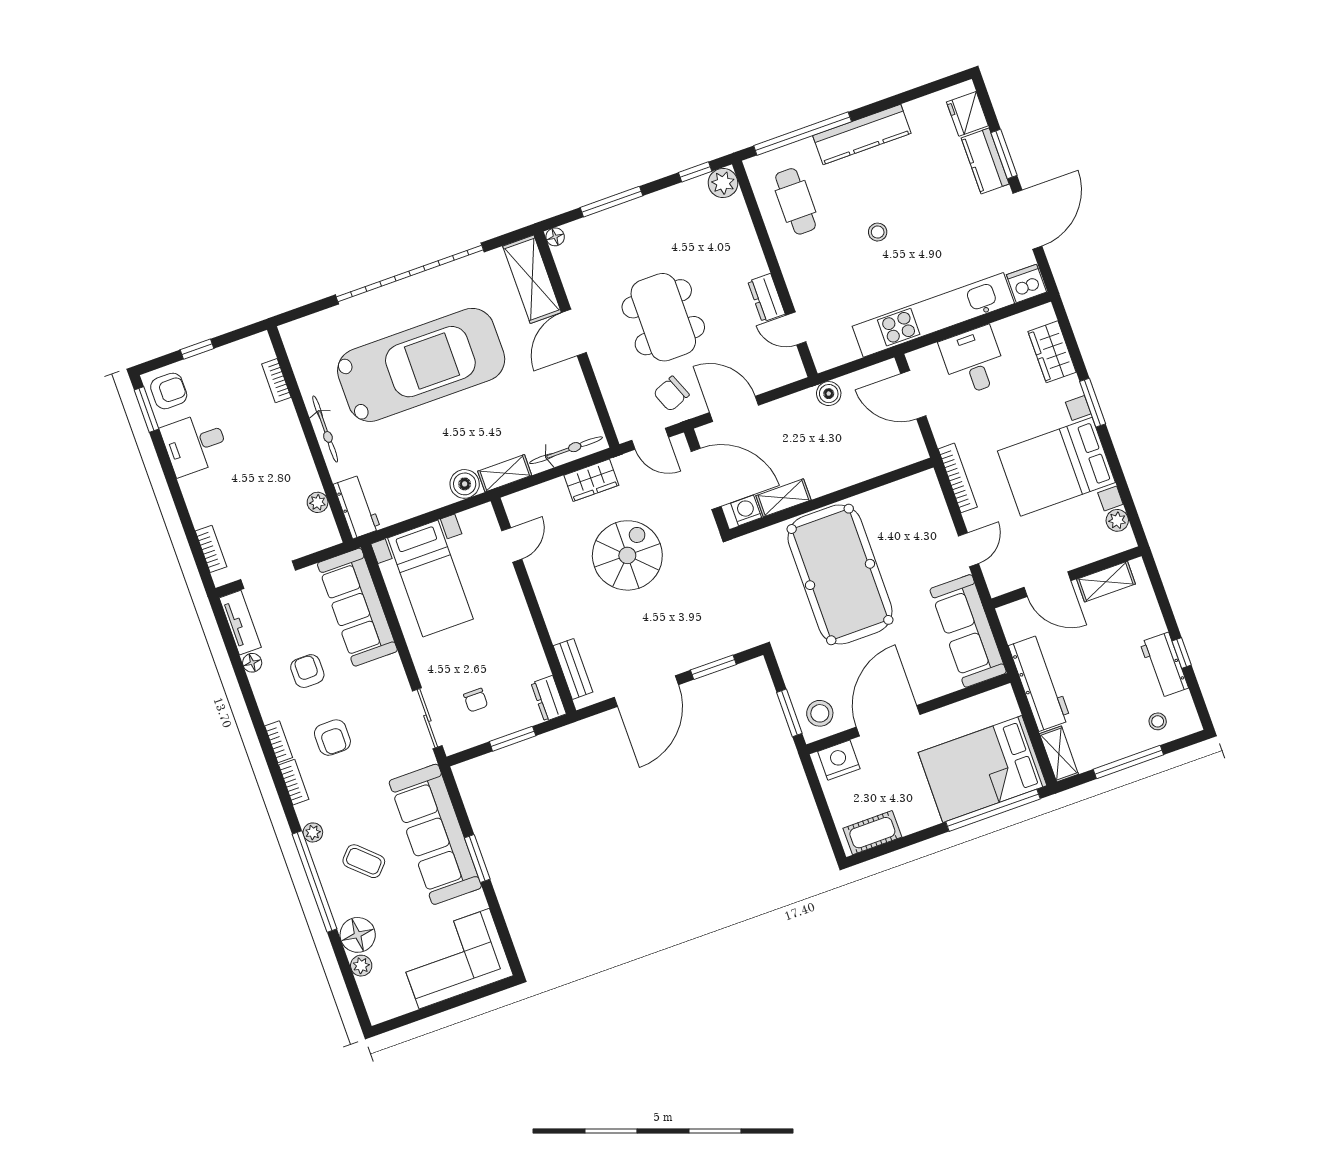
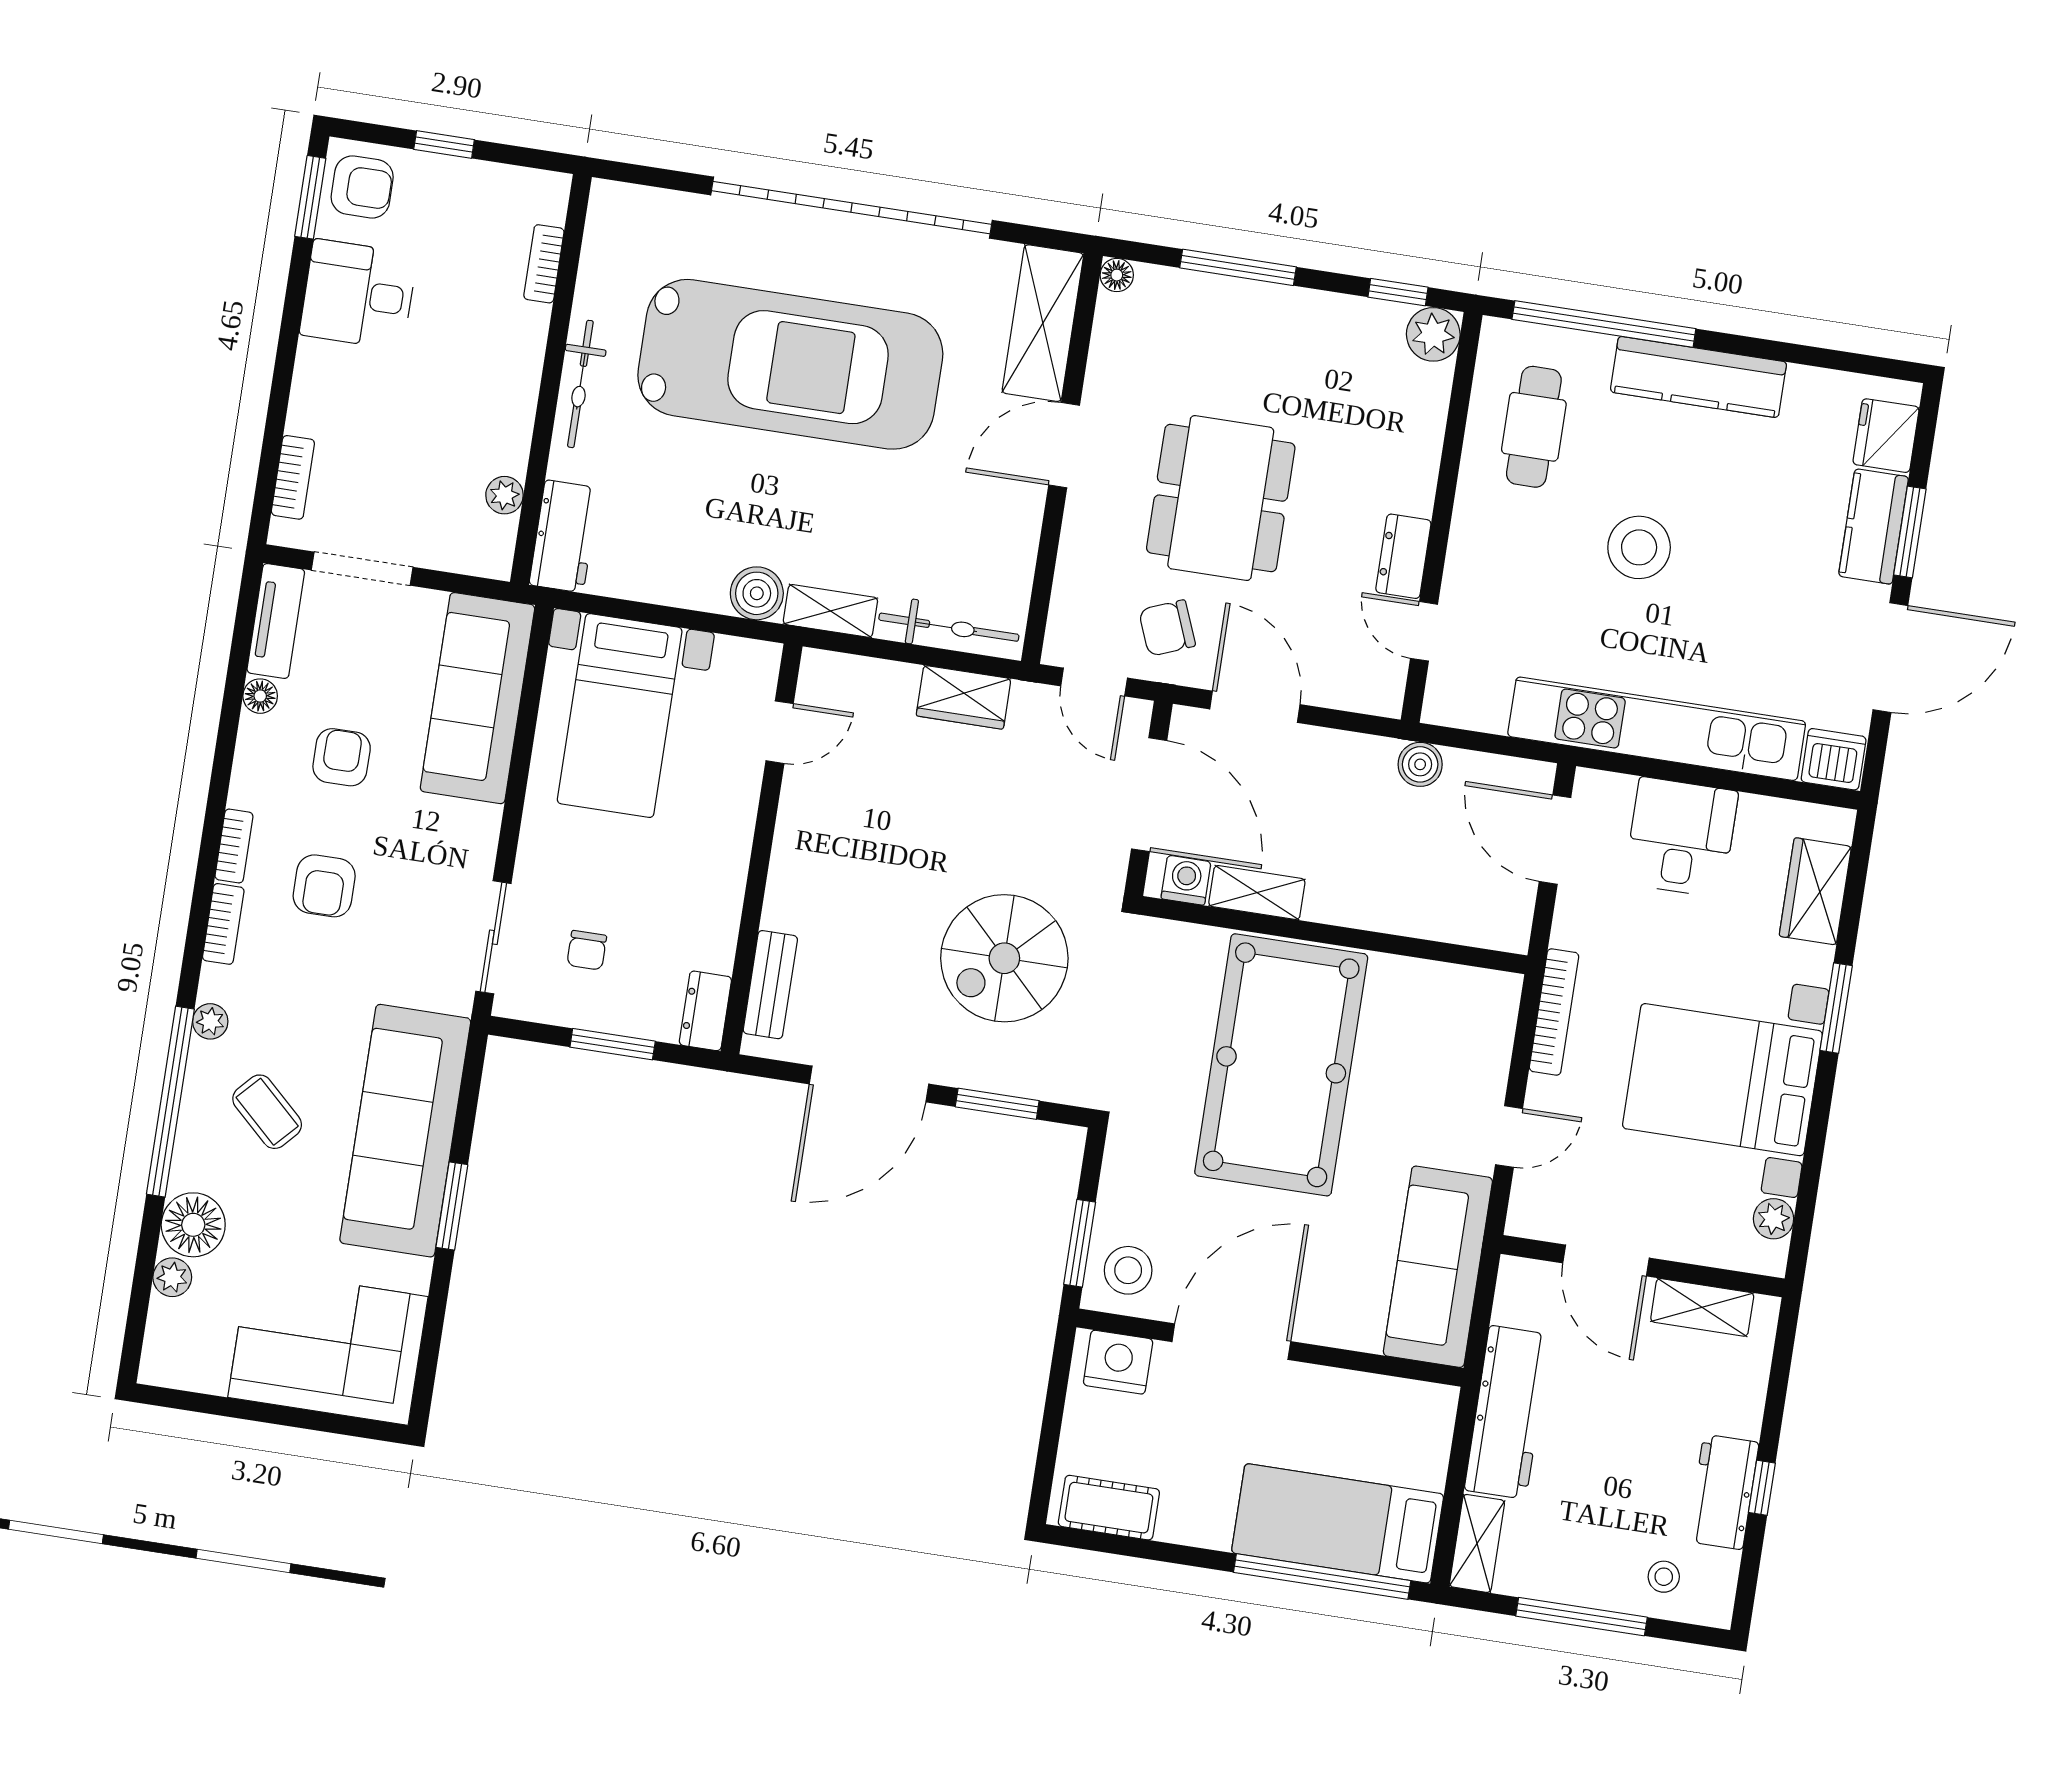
stool: (878, 232) -> (1639, 547), width x1.89, depth x1.89
spiral stairs: (627, 555) -> (1004, 958), moved, turned 180
bed: (982, 769) -> (1338, 1523), width x0.67

